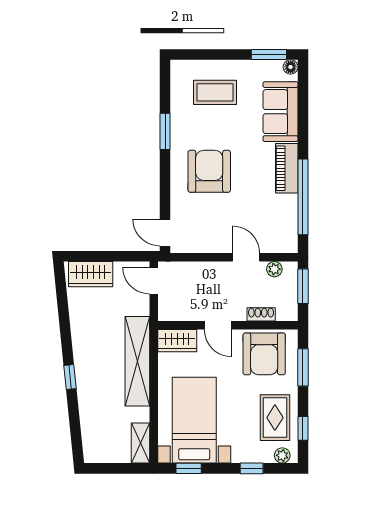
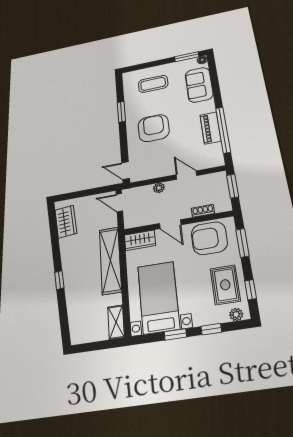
piano: (287, 168) -> (210, 128), moved
plant: (274, 269) -> (159, 188), moved
wardrobe: (91, 274) -> (66, 222), moved, turned -96
armchair: (264, 354) -> (209, 238), turned 90
window: (189, 468) -> (175, 334), moved

